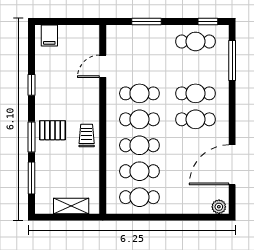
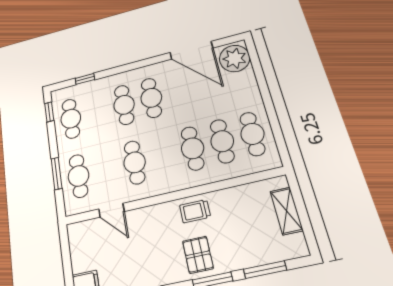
window: (232, 61) -> (85, 79), width x0.46
cafe table: (139, 119) -> (78, 176), moved
plant: (219, 207) -> (235, 58), width x1.87, depth x1.87

